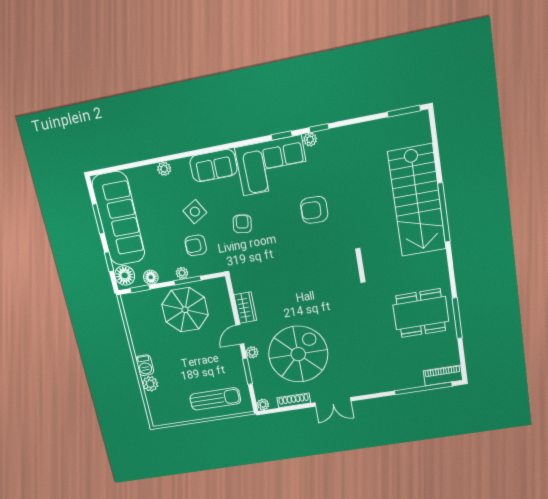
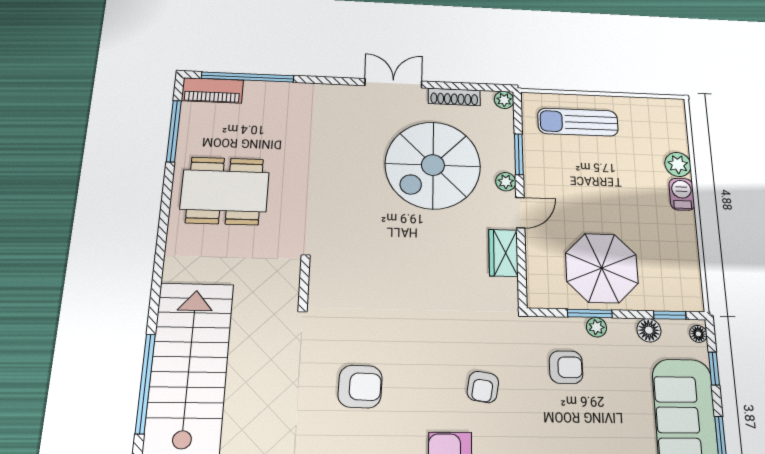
side table: (195, 212) -> (557, 422), removed
window: (444, 213) -> (145, 383), moved
floor lamp: (125, 275) -> (698, 334), width x0.53, depth x0.53
window: (457, 318) -> (174, 131), moved

